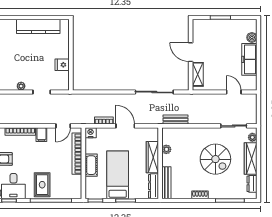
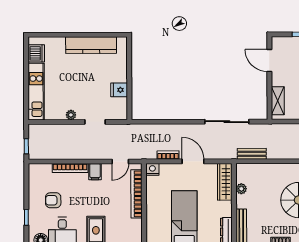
door: (191, 52) -> (269, 60), moved
wardrobe: (152, 157) -> (225, 182), moved
cot: (91, 165) -> (153, 207), removed

